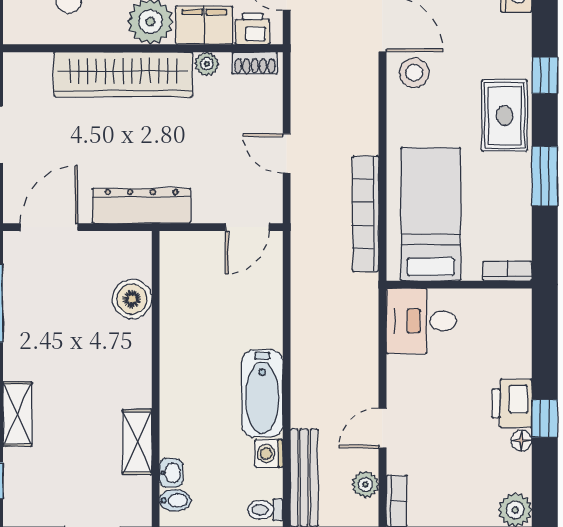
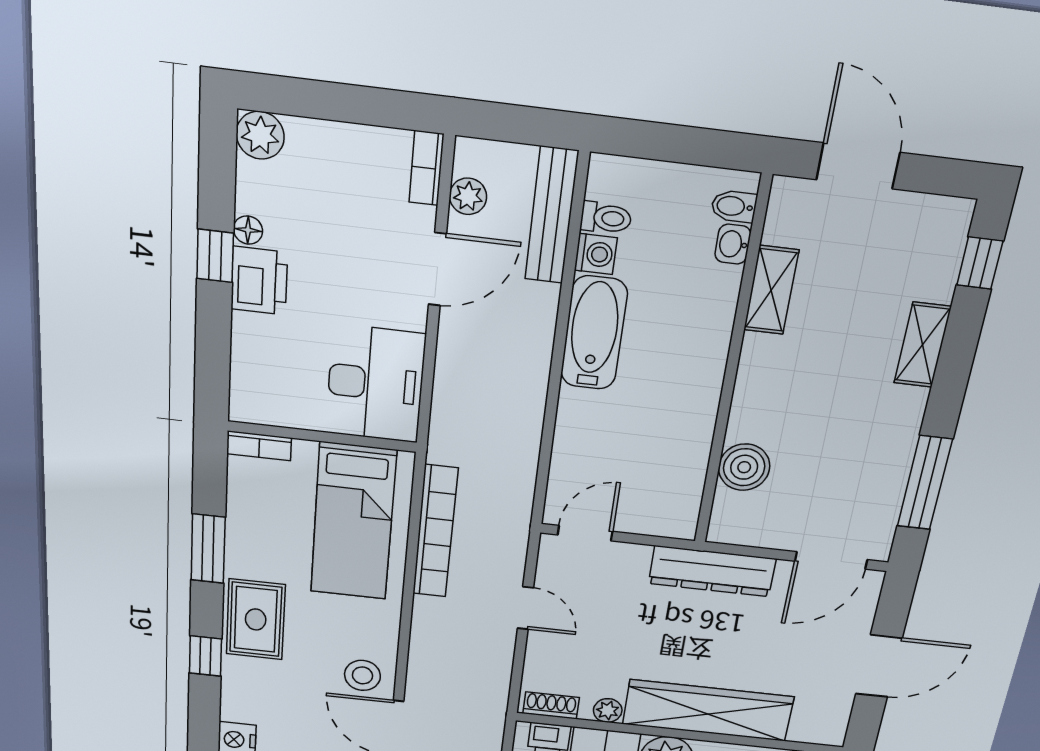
desk: (421, 321) -> (375, 384), width x1.37
door: (382, 428) -> (437, 269), width x1.38
toilet: (265, 510) -> (606, 218), moved

